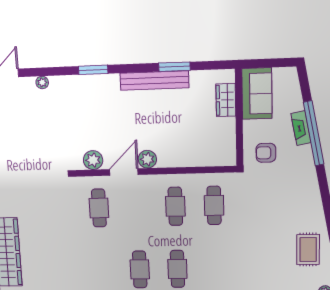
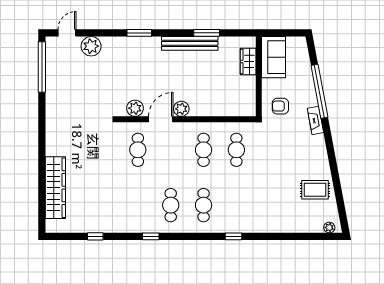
plant: (42, 82) -> (91, 46), width x1.87, depth x1.87
fireplace: (301, 128) -> (315, 120), moved
rug: (308, 249) -> (315, 190), turned 90

